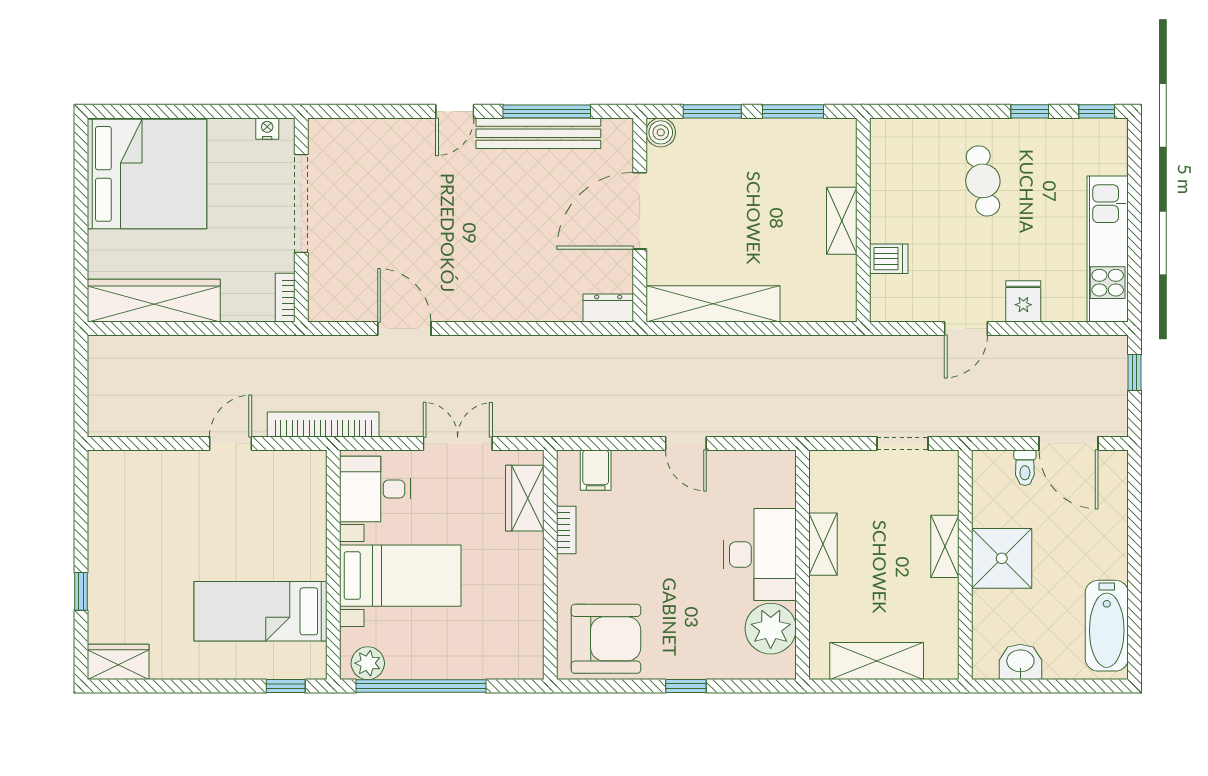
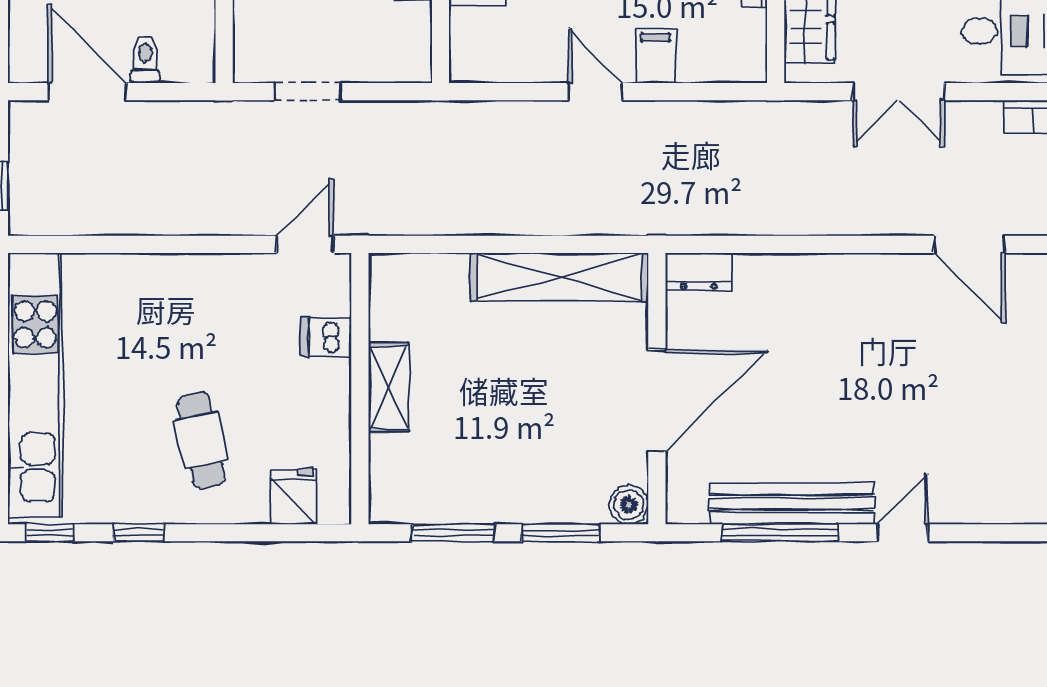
kitchen unit: (1108, 249) -> (35, 385), width x1.36
fridge: (1023, 301) -> (293, 497), moved, turned 180
door: (966, 328) -> (305, 244), moved
filing cabinet: (596, 470) -> (656, 56), moved

